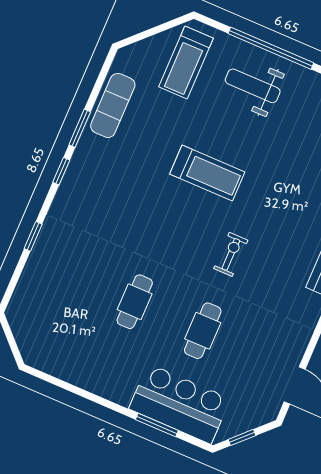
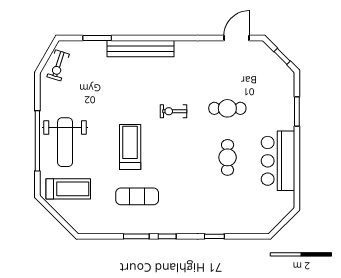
weight bench: (253, 86) -> (65, 142), width x1.36, depth x1.33
exercise mat: (113, 105) -> (137, 196), moved
cafe table: (135, 302) -> (228, 157), turned 90
bar counter: (180, 404) -> (278, 161), moved

